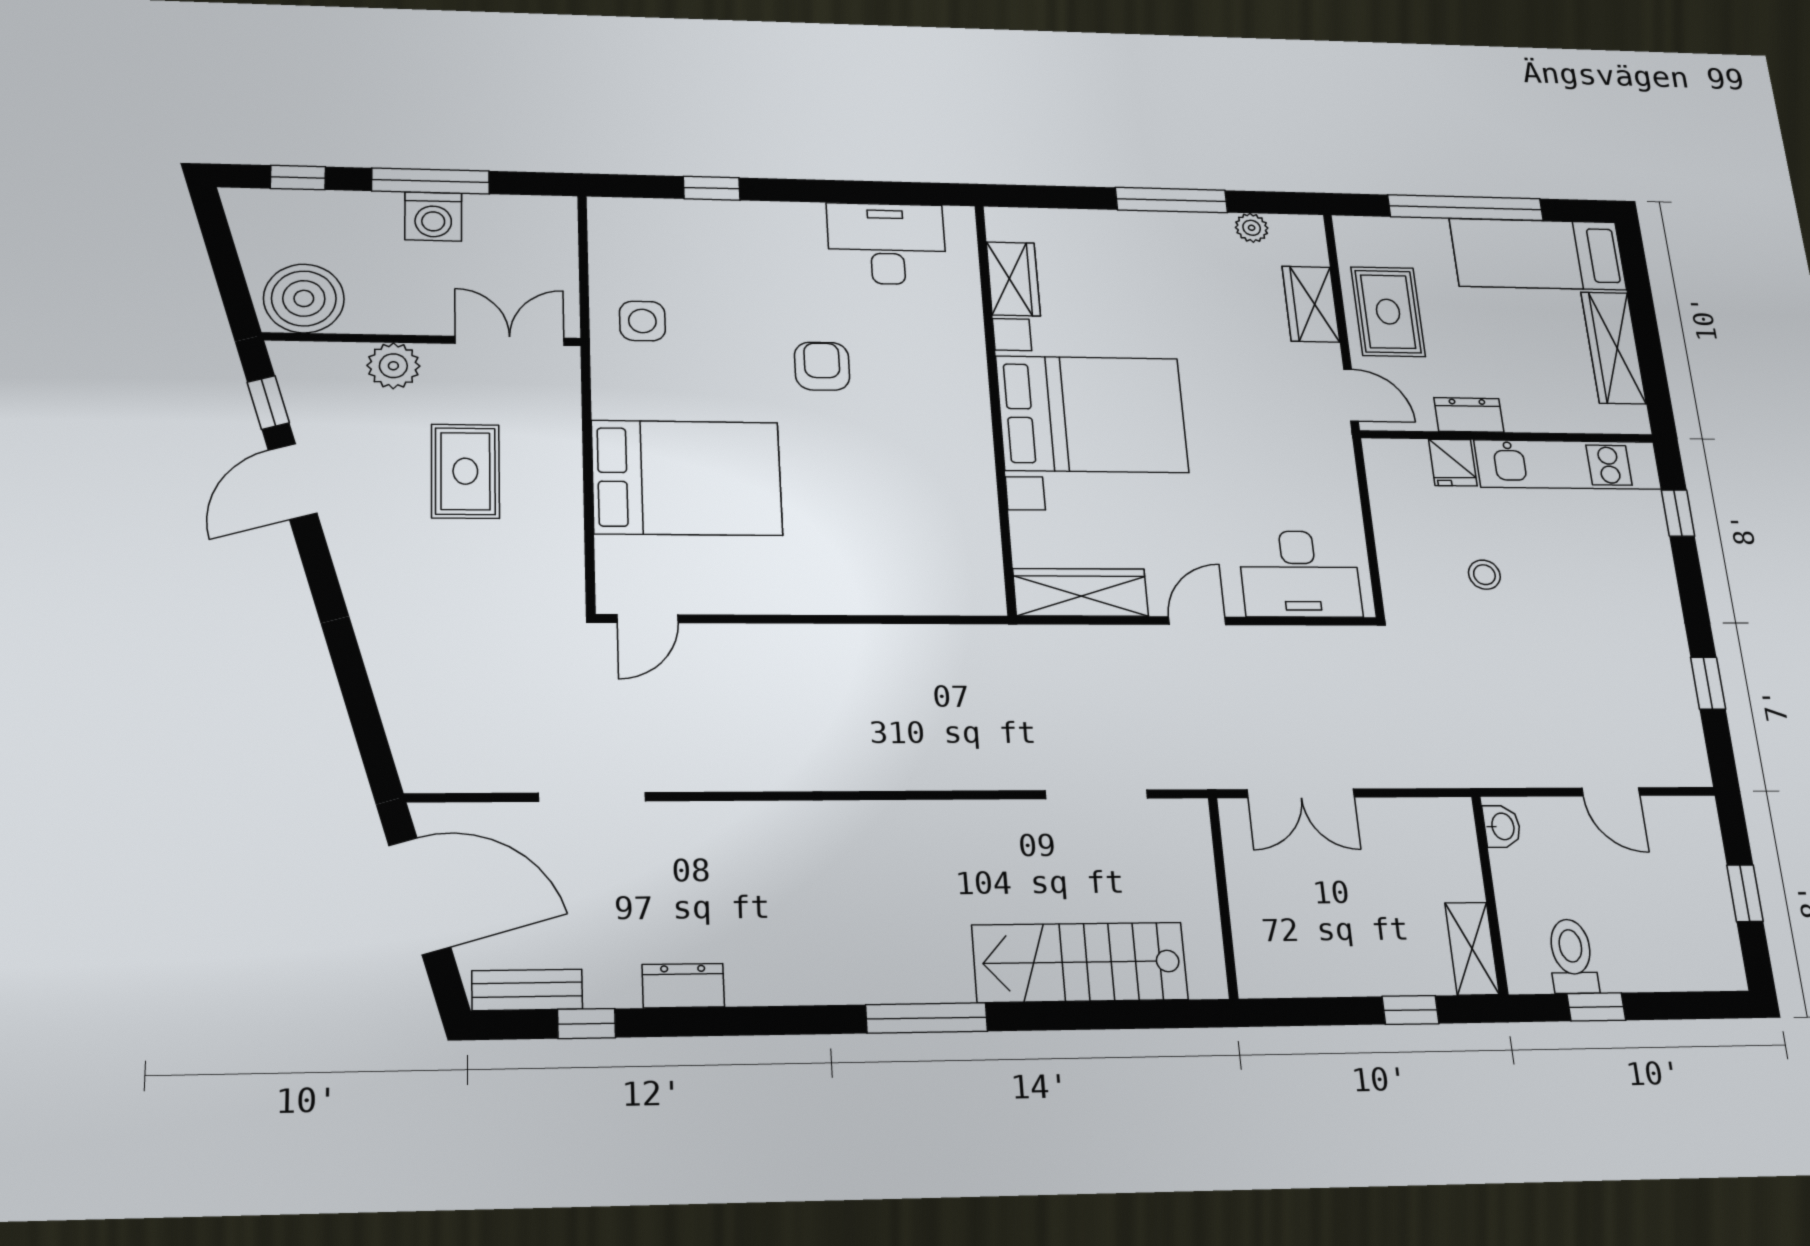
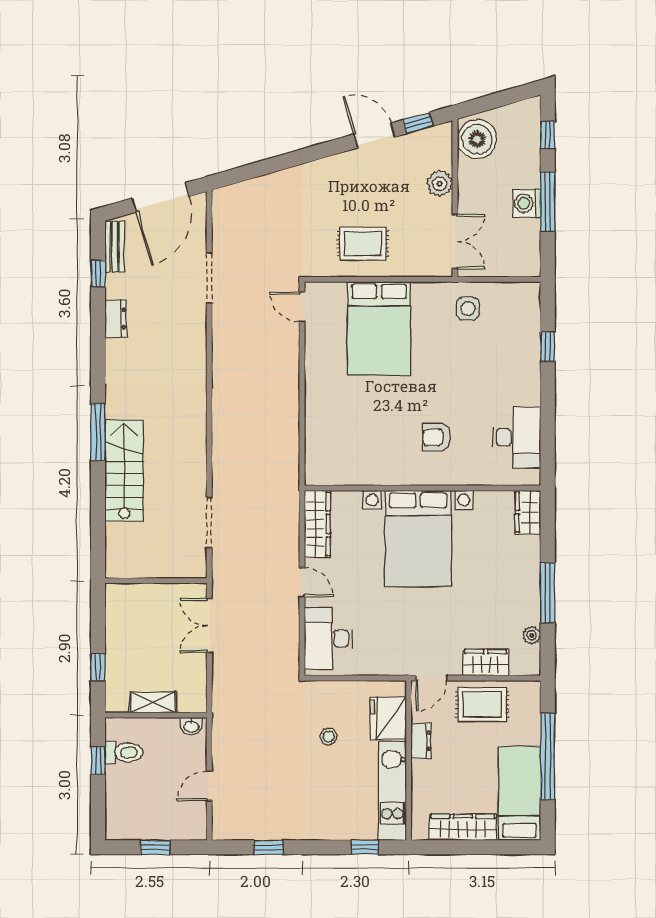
wardrobe: (1013, 279) -> (528, 512), moved, turned 90
armchair: (822, 366) -> (437, 438), moved, turned 180
fridge: (1453, 463) -> (388, 718), width x1.88, depth x1.34
rug: (465, 471) -> (363, 244), moved
shelving: (1472, 948) -> (153, 702), moved
stairs: (1080, 962) -> (124, 470), moved

